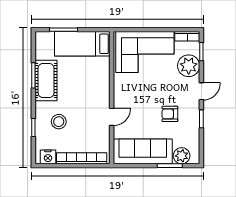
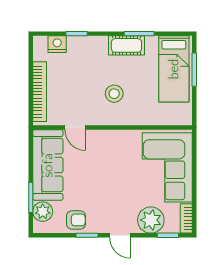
bed: (82, 44) -> (174, 69), moved, turned 180
cot: (46, 81) -> (126, 45), width x0.73, depth x0.75
armchair: (170, 114) -> (76, 220), moved, turned 90
door: (112, 117) -> (75, 128), moved
stool: (59, 122) -> (114, 94), moved
nightstand: (48, 157) -> (57, 44), moved, turned 90

